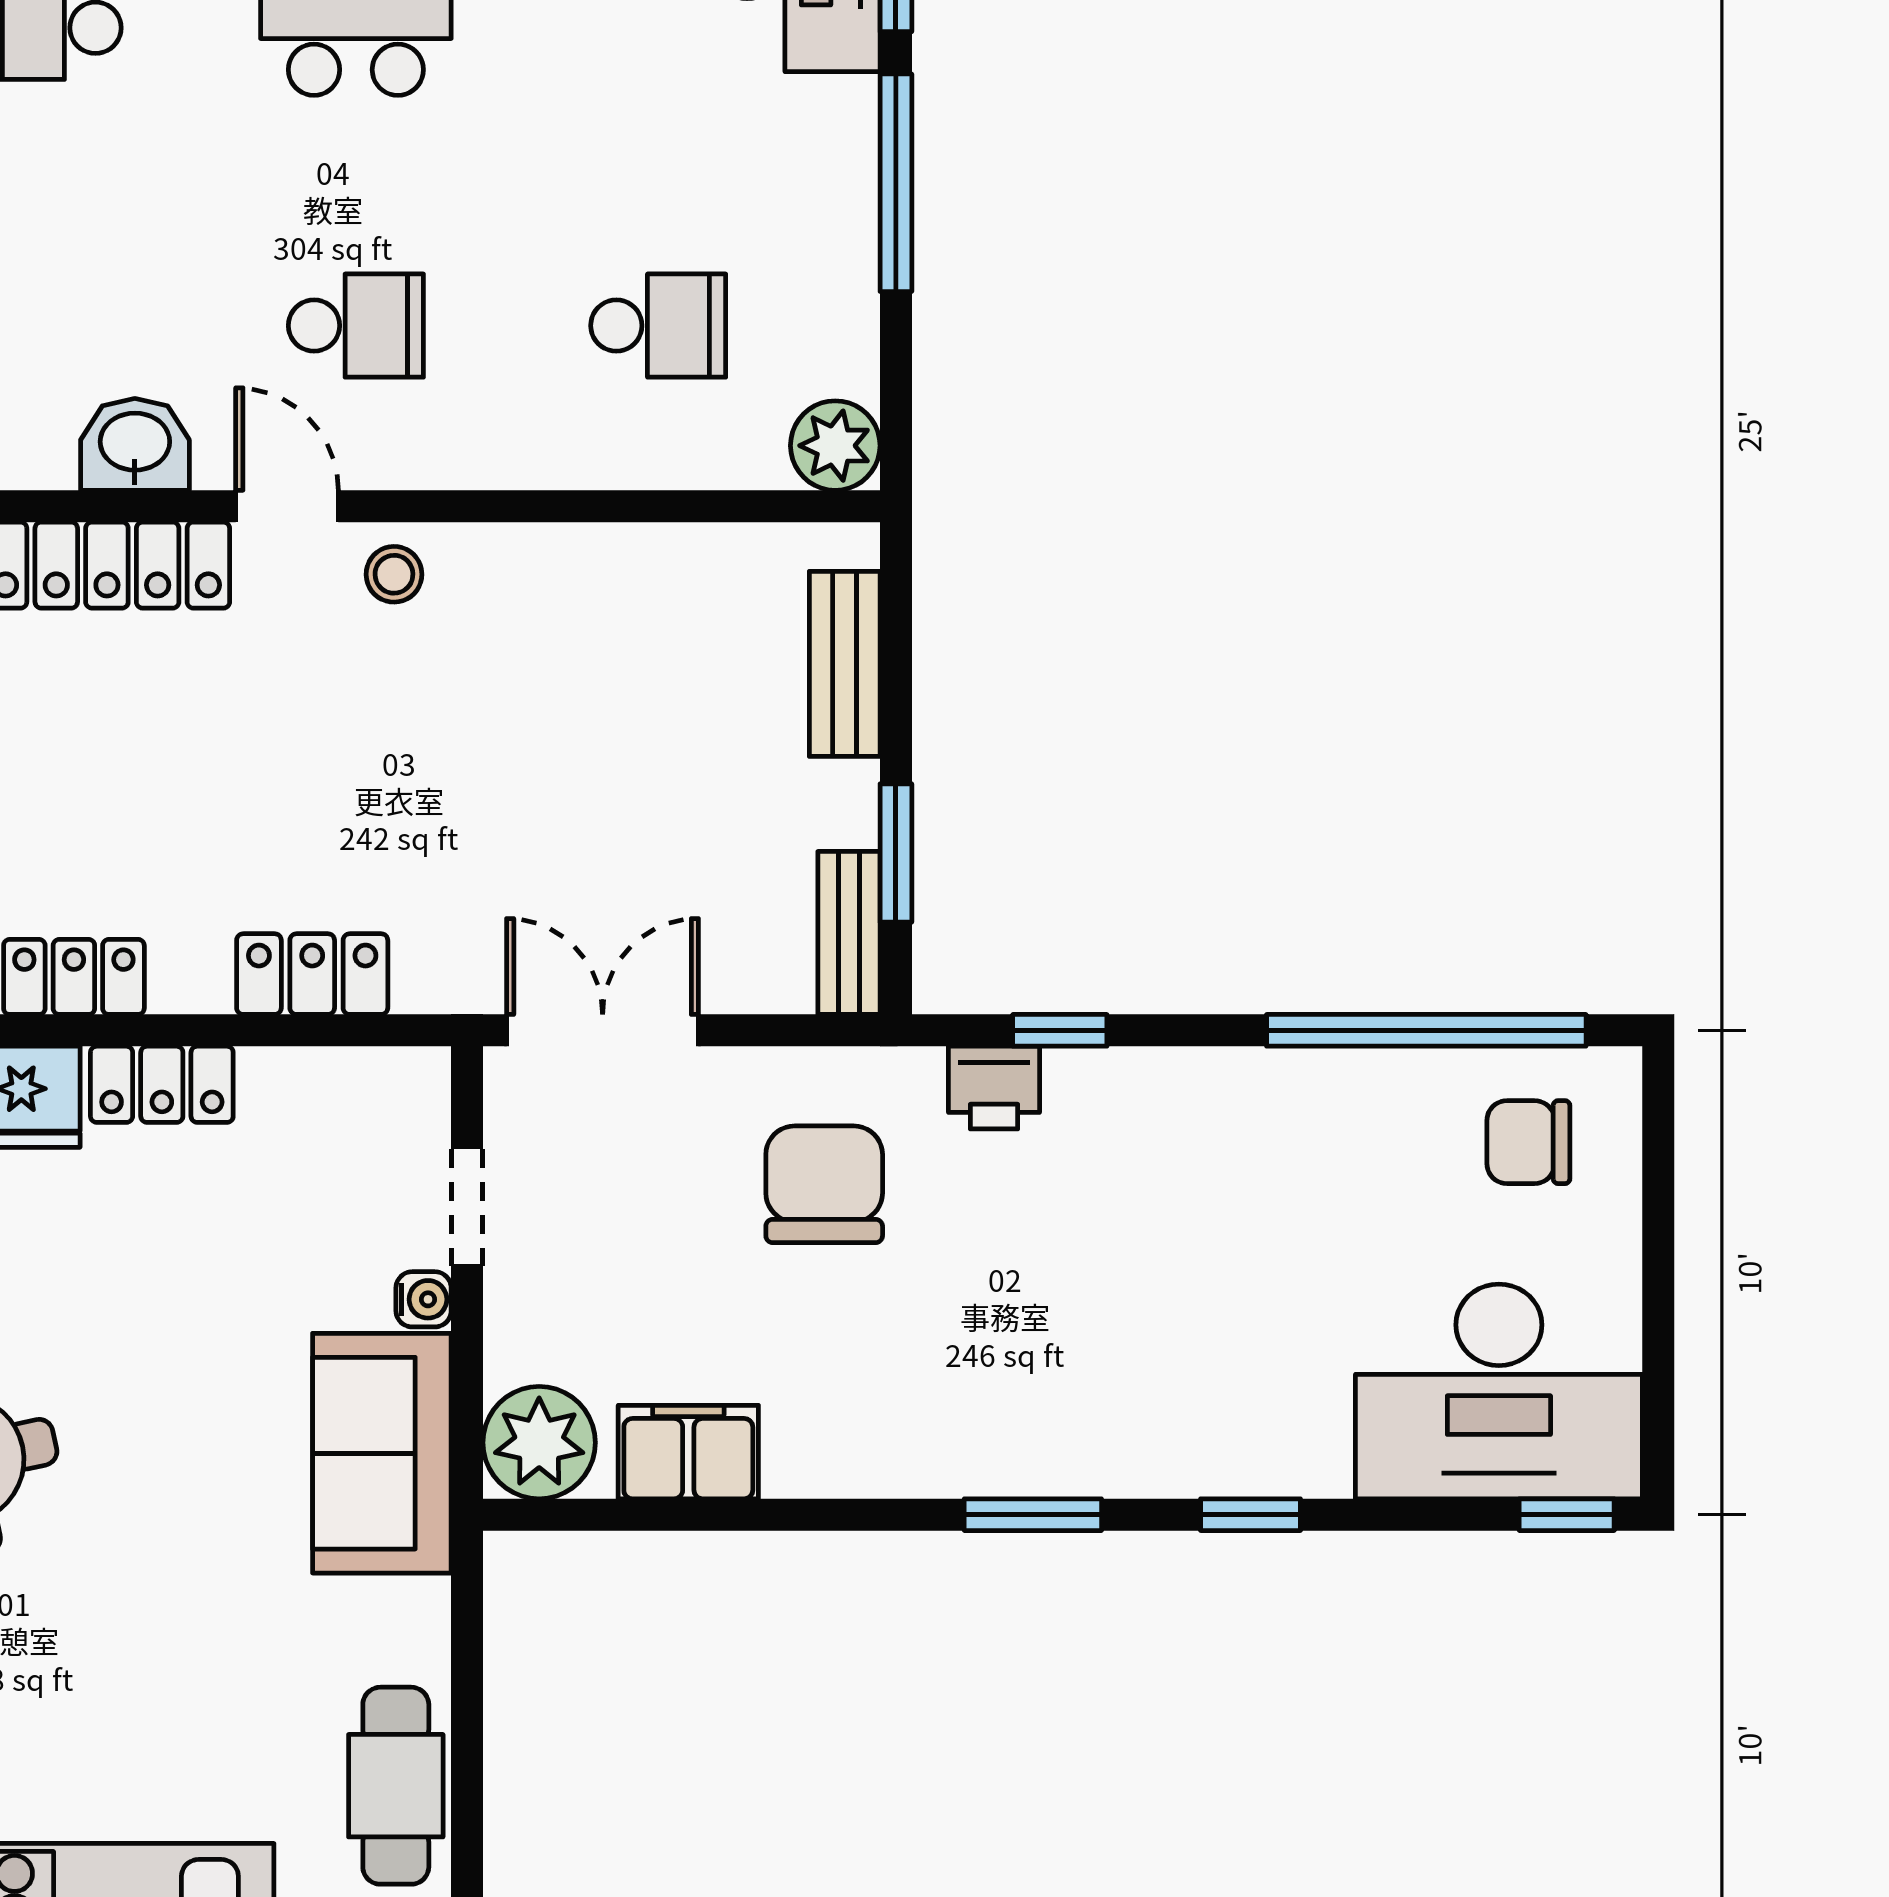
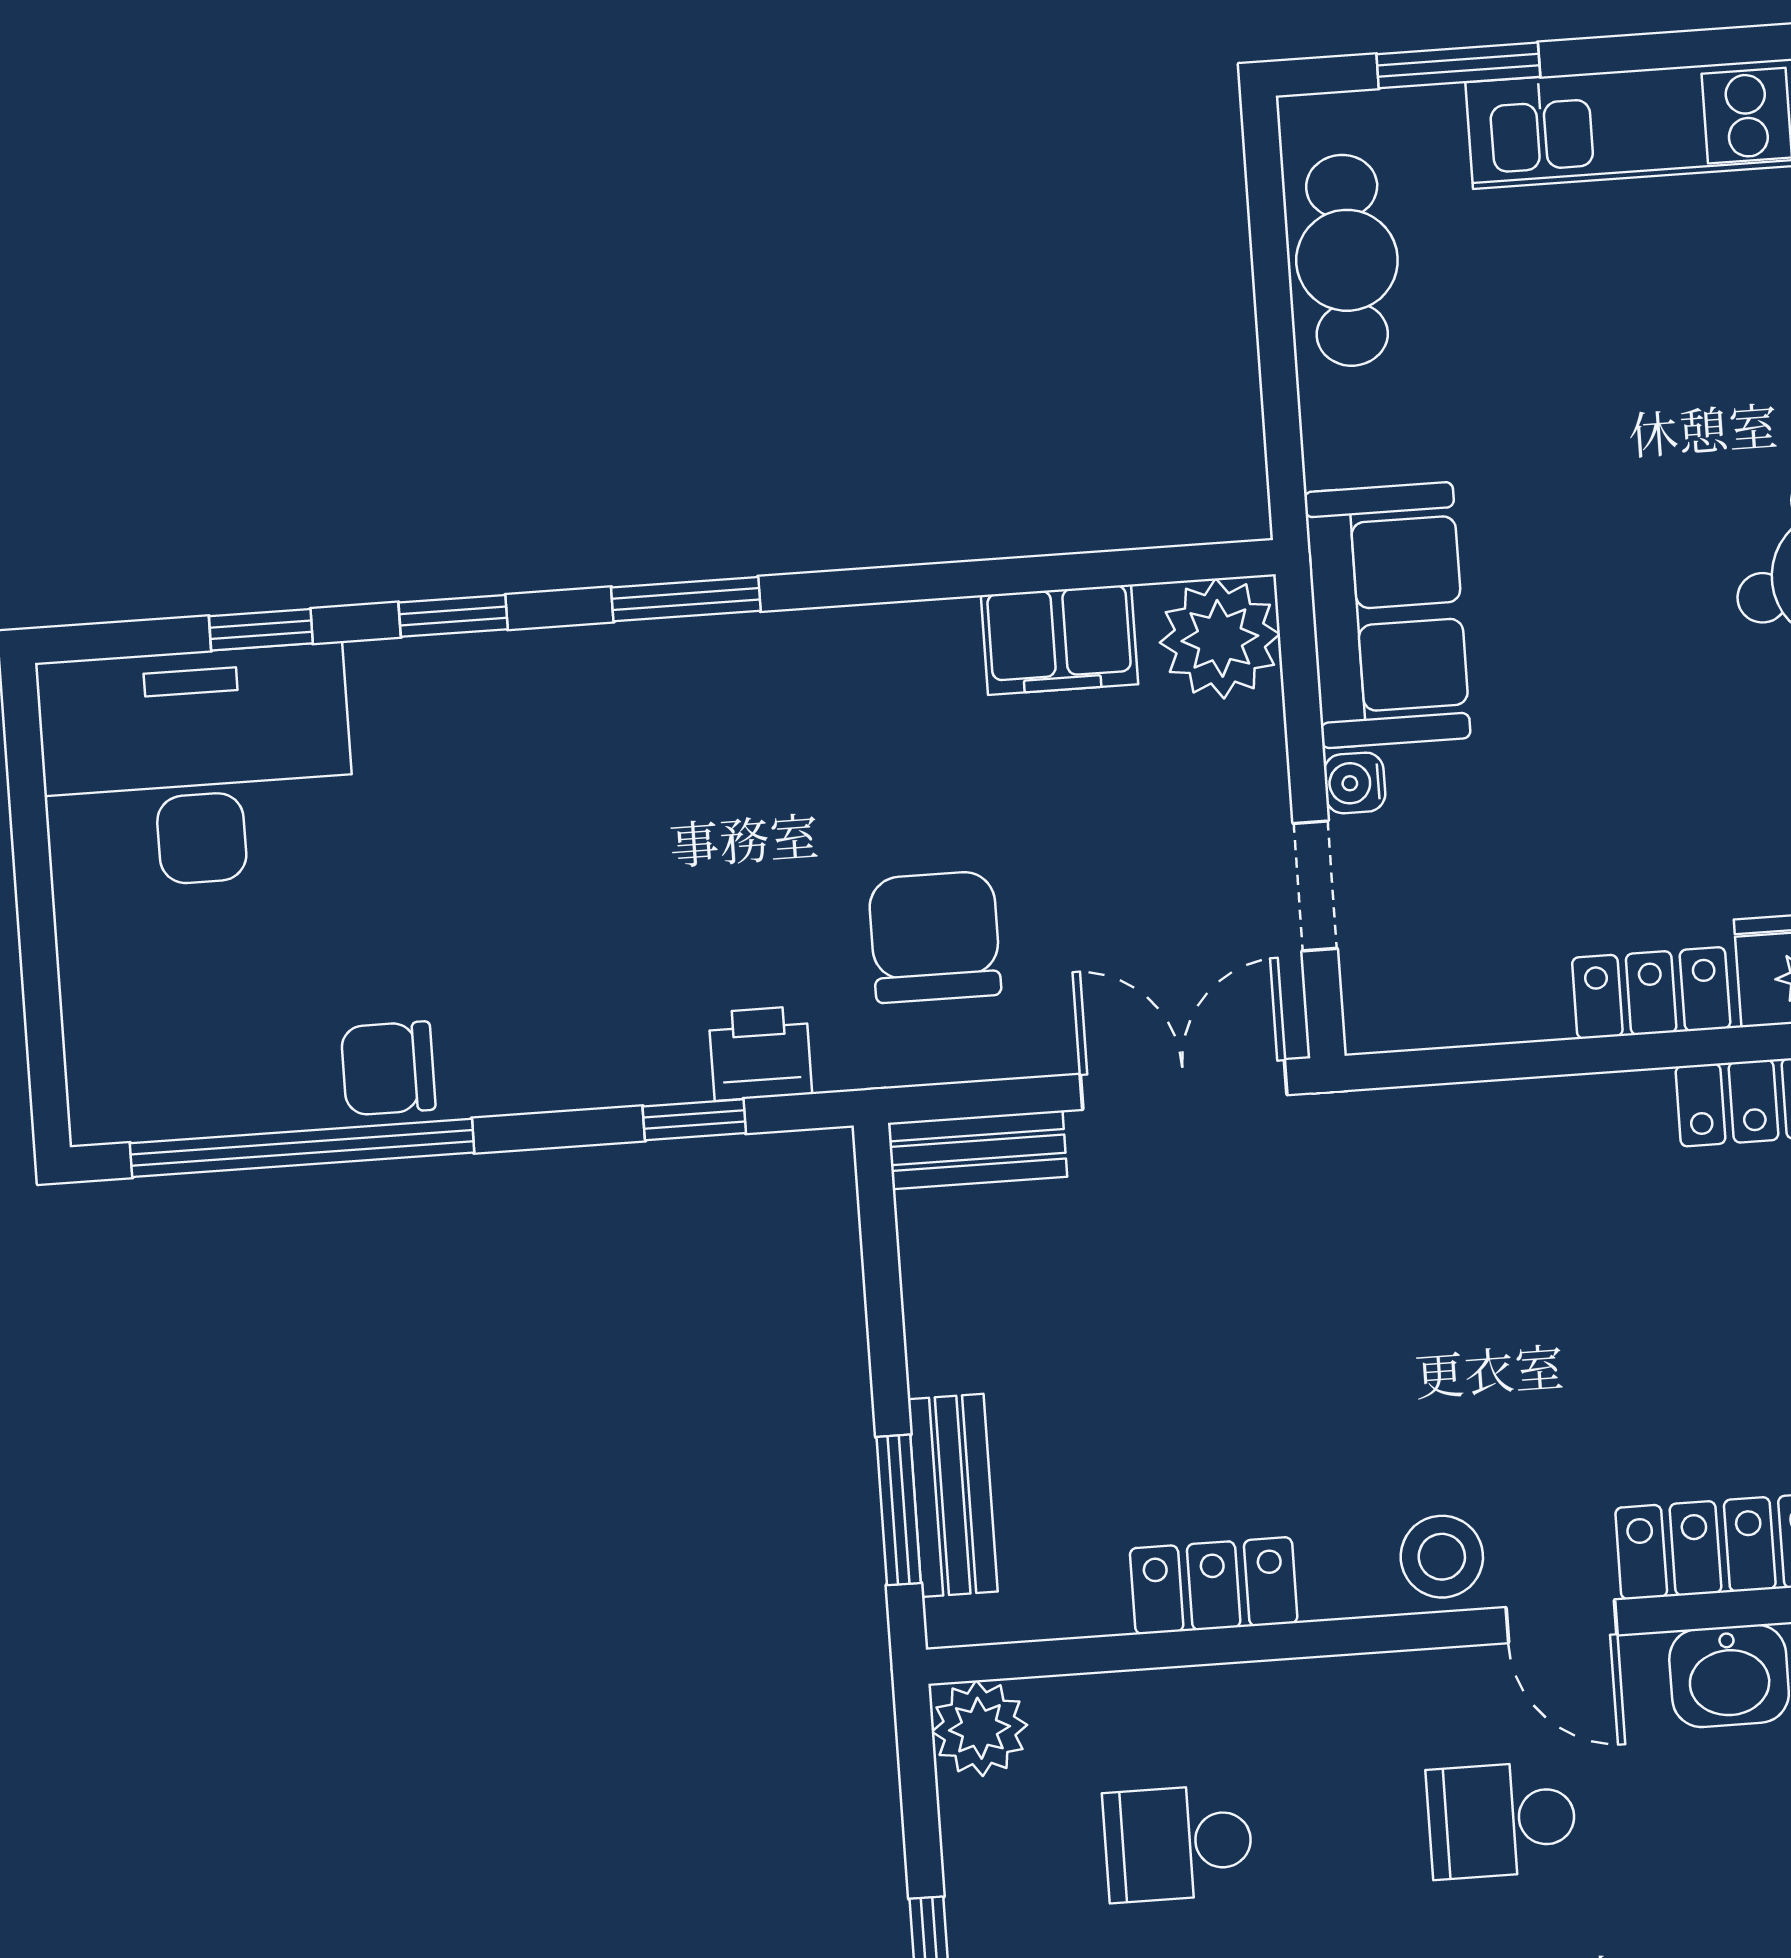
stool: (394, 574) -> (1442, 1557), width x1.37, depth x1.37
window: (896, 853) -> (899, 1510), moved
bench: (849, 933) -> (978, 1150), moved, turned 90
locker: (312, 974) -> (1214, 1586), moved, turned 180
double door: (603, 1030) -> (1184, 1085), swing flipped
chair: (1528, 1142) -> (388, 1068), moved, turned 180
chair: (824, 1184) -> (935, 937), turned 180
window: (1567, 1515) -> (261, 630), moved

